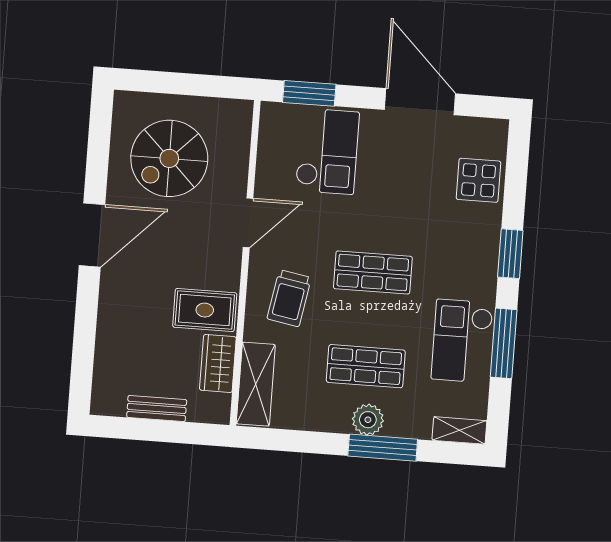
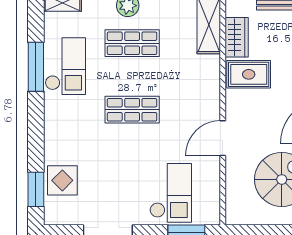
checkout: (327, 151) -> (171, 193), turned 180
window: (510, 254) -> (36, 189), moved
trolley: (289, 298) -> (190, 87), removed

